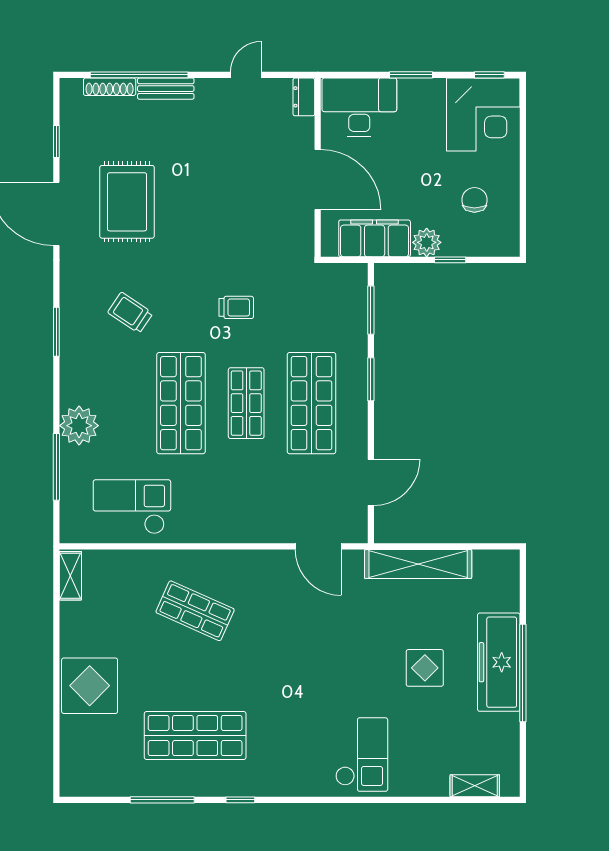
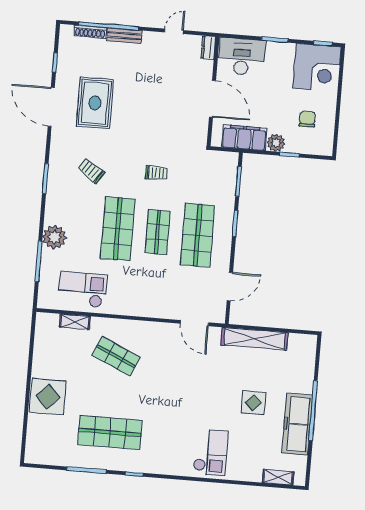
shelving: (70, 576) -> (75, 322), moved, turned 90
freezer: (499, 662) -> (297, 424), moved

